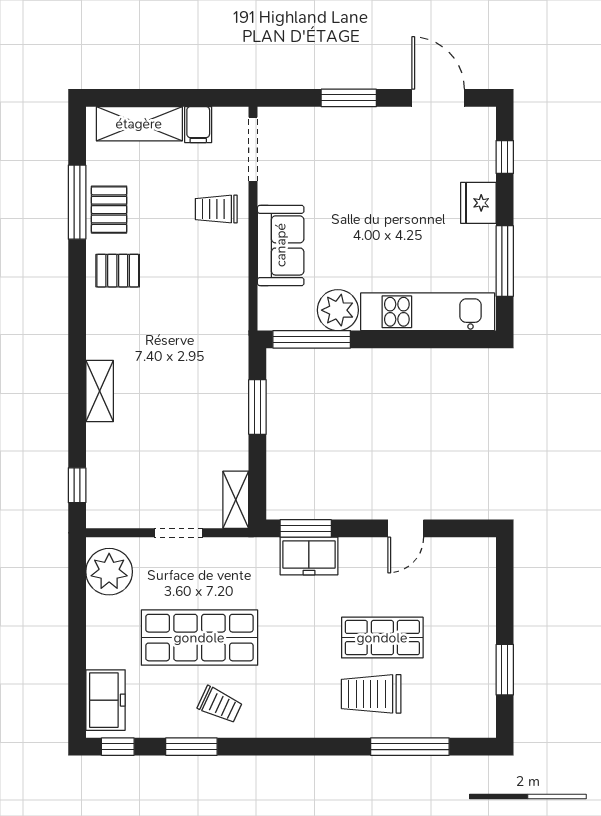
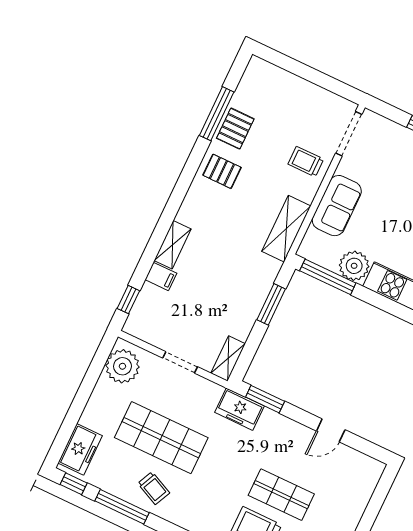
shelving: (139, 124) -> (286, 229), moved, turned 90
filing cabinet: (198, 125) -> (161, 276), moved, turned -90
freezer: (309, 556) -> (239, 409), moved
window: (191, 747) -> (122, 507), width x1.44

